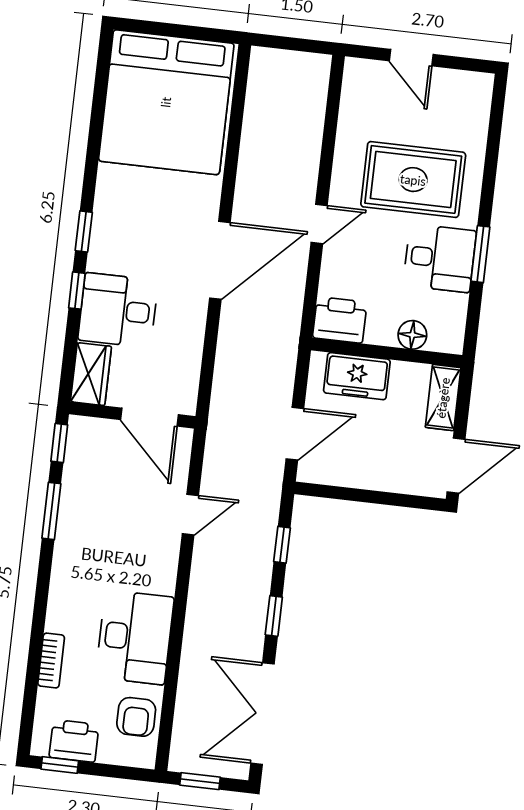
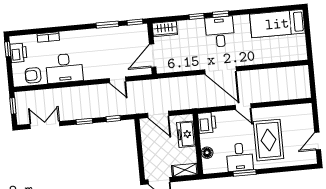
door: (411, 58) -> (318, 141), moved
bed: (166, 102) -> (277, 24), width x0.49
desk: (118, 310) -> (220, 32), moved
double door: (262, 714) -> (45, 125), width x0.73

